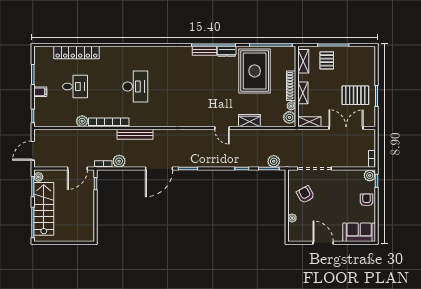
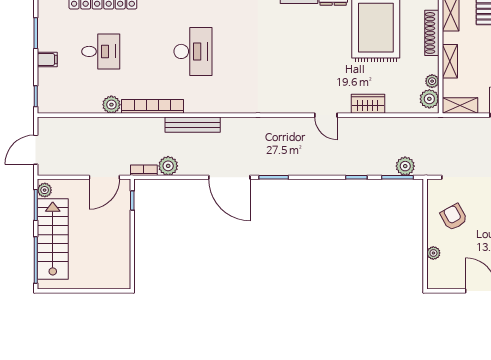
shoe rack: (291, 86) -> (432, 33), moved
door: (159, 169) -> (229, 177), hinge flipped

